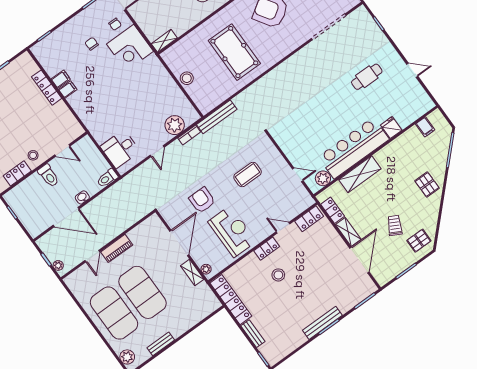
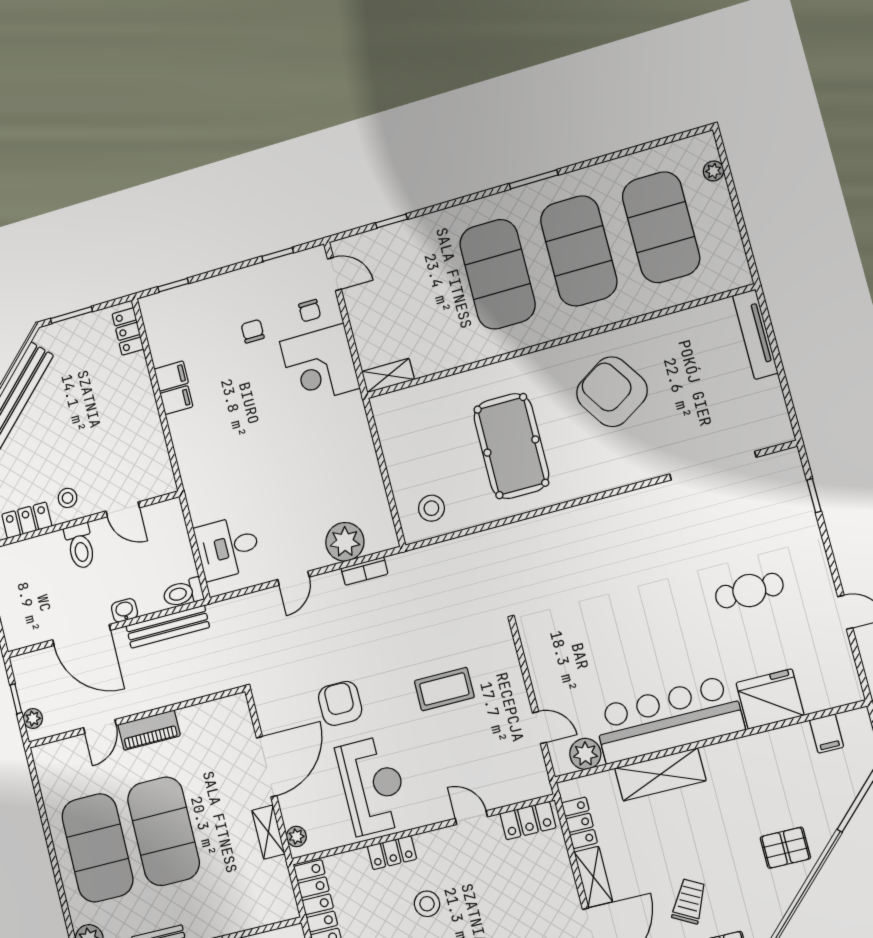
stool: (187, 78) -> (431, 508), moved
locker: (47, 88) -> (128, 331), moved, width x0.66
bench: (217, 117) -> (168, 627), moved
fridge: (391, 128) -> (770, 699), width x1.88, depth x1.34
pallet: (427, 184) -> (785, 848), turned 90
locker: (267, 249) -> (392, 853), moved

